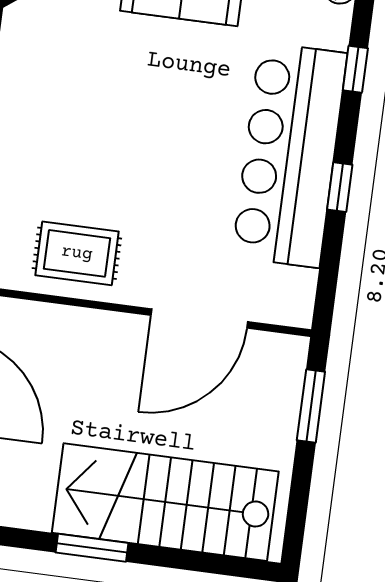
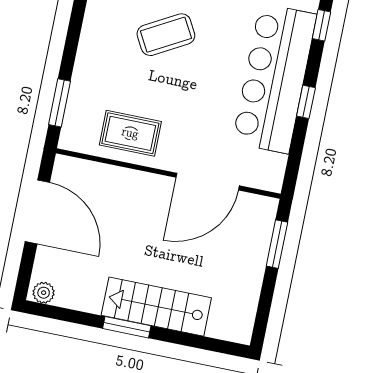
coffee table: (120, 100) -> (166, 35), added
stairs: (165, 502) -> (156, 307), width x0.73, depth x0.66

